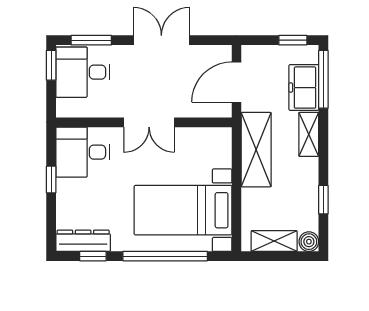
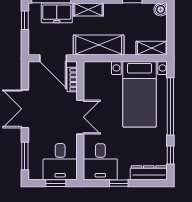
window: (51, 65) -> (56, 183), moved
desk: (83, 72) -> (60, 162), moved
bookcase: (205, 110) -> (72, 80), added
dresser: (83, 241) -> (149, 173), moved, turned 90
shelving: (274, 241) -> (152, 48), moved, turned 90

